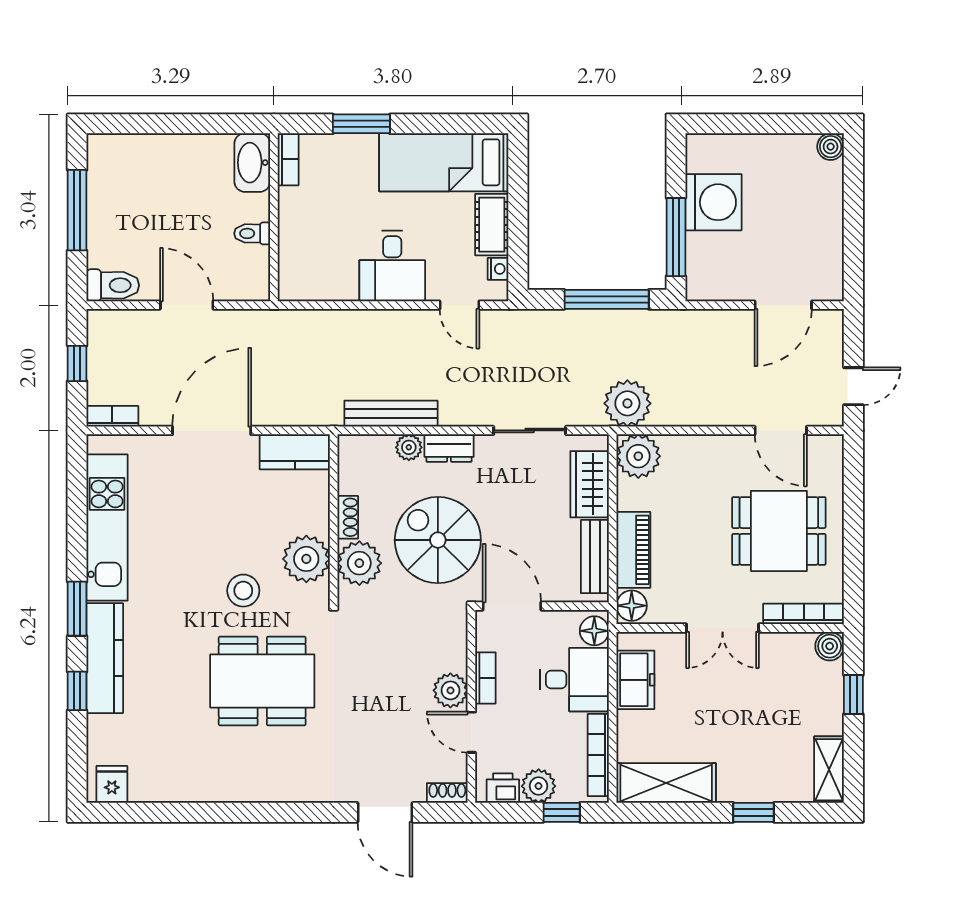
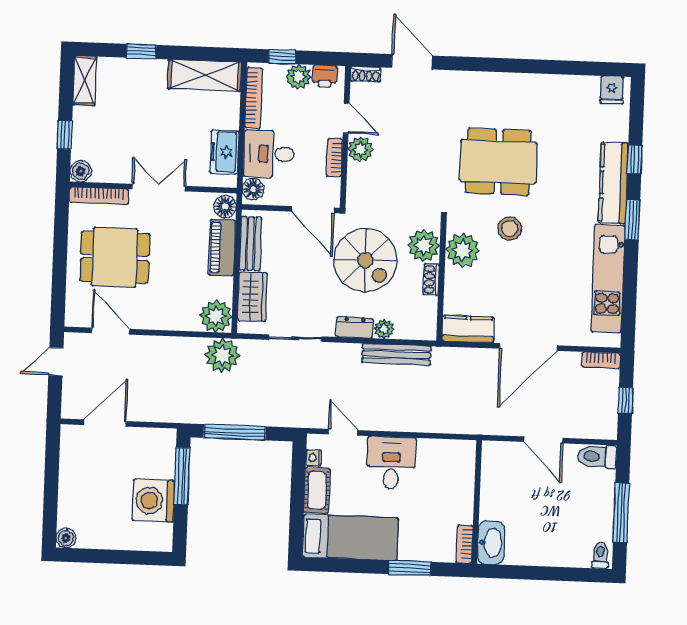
toilet: (252, 233) -> (600, 555), moved, turned -90

